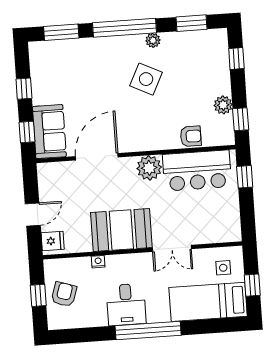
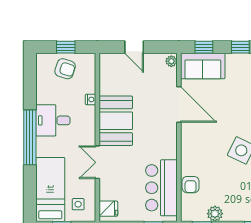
plant: (149, 168) -> (171, 61), moved, width x0.53, depth x0.53
fridge: (53, 241) -> (108, 209), moved, turned -90

